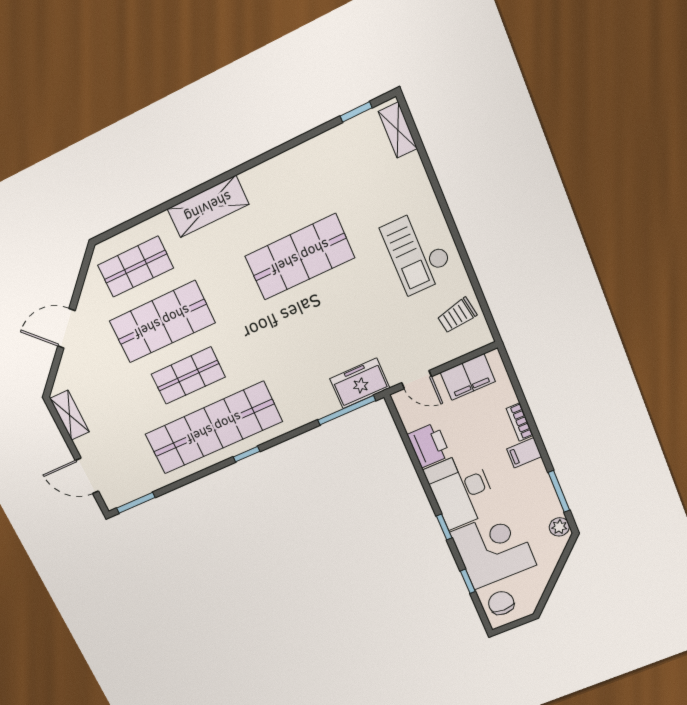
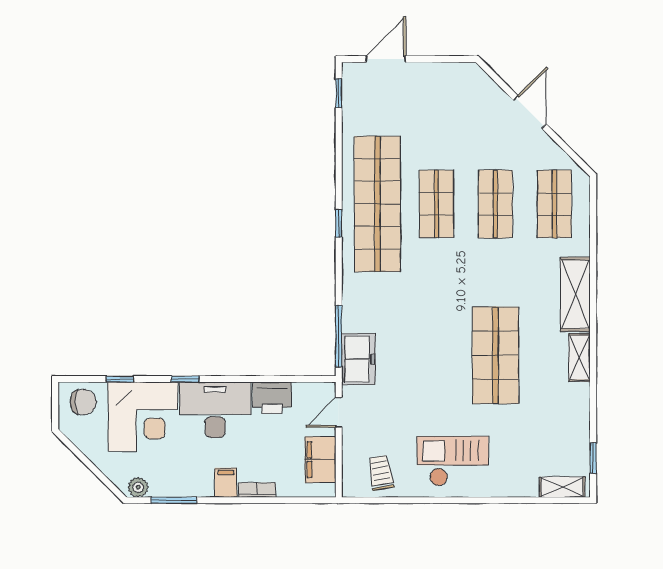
shop shelf: (162, 322) -> (495, 204), width x0.70, depth x0.74
shelving: (70, 415) -> (579, 357), moved, turned 90
window: (136, 503) -> (339, 93), width x0.67

